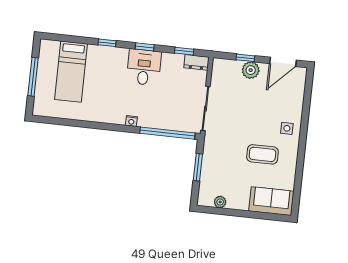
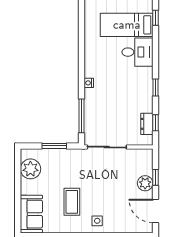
window: (107, 43) -> (155, 18), moved
dresser: (196, 62) -> (147, 124), moved
desk: (144, 67) -> (137, 52), moved
window: (167, 133) -> (82, 116), width x0.68
plant: (220, 202) -> (30, 169), width x1.88, depth x1.88

